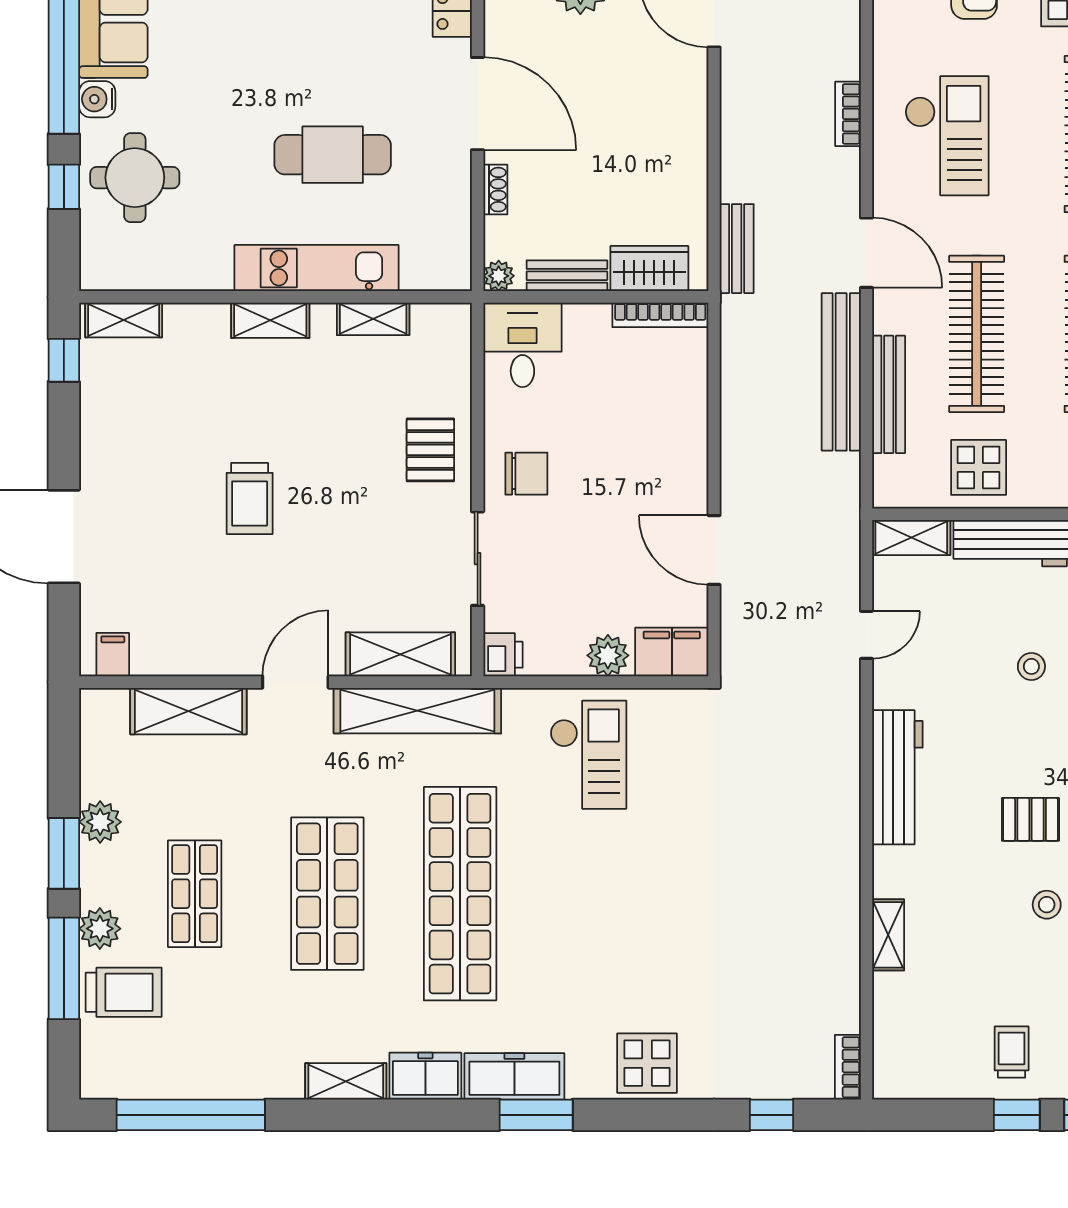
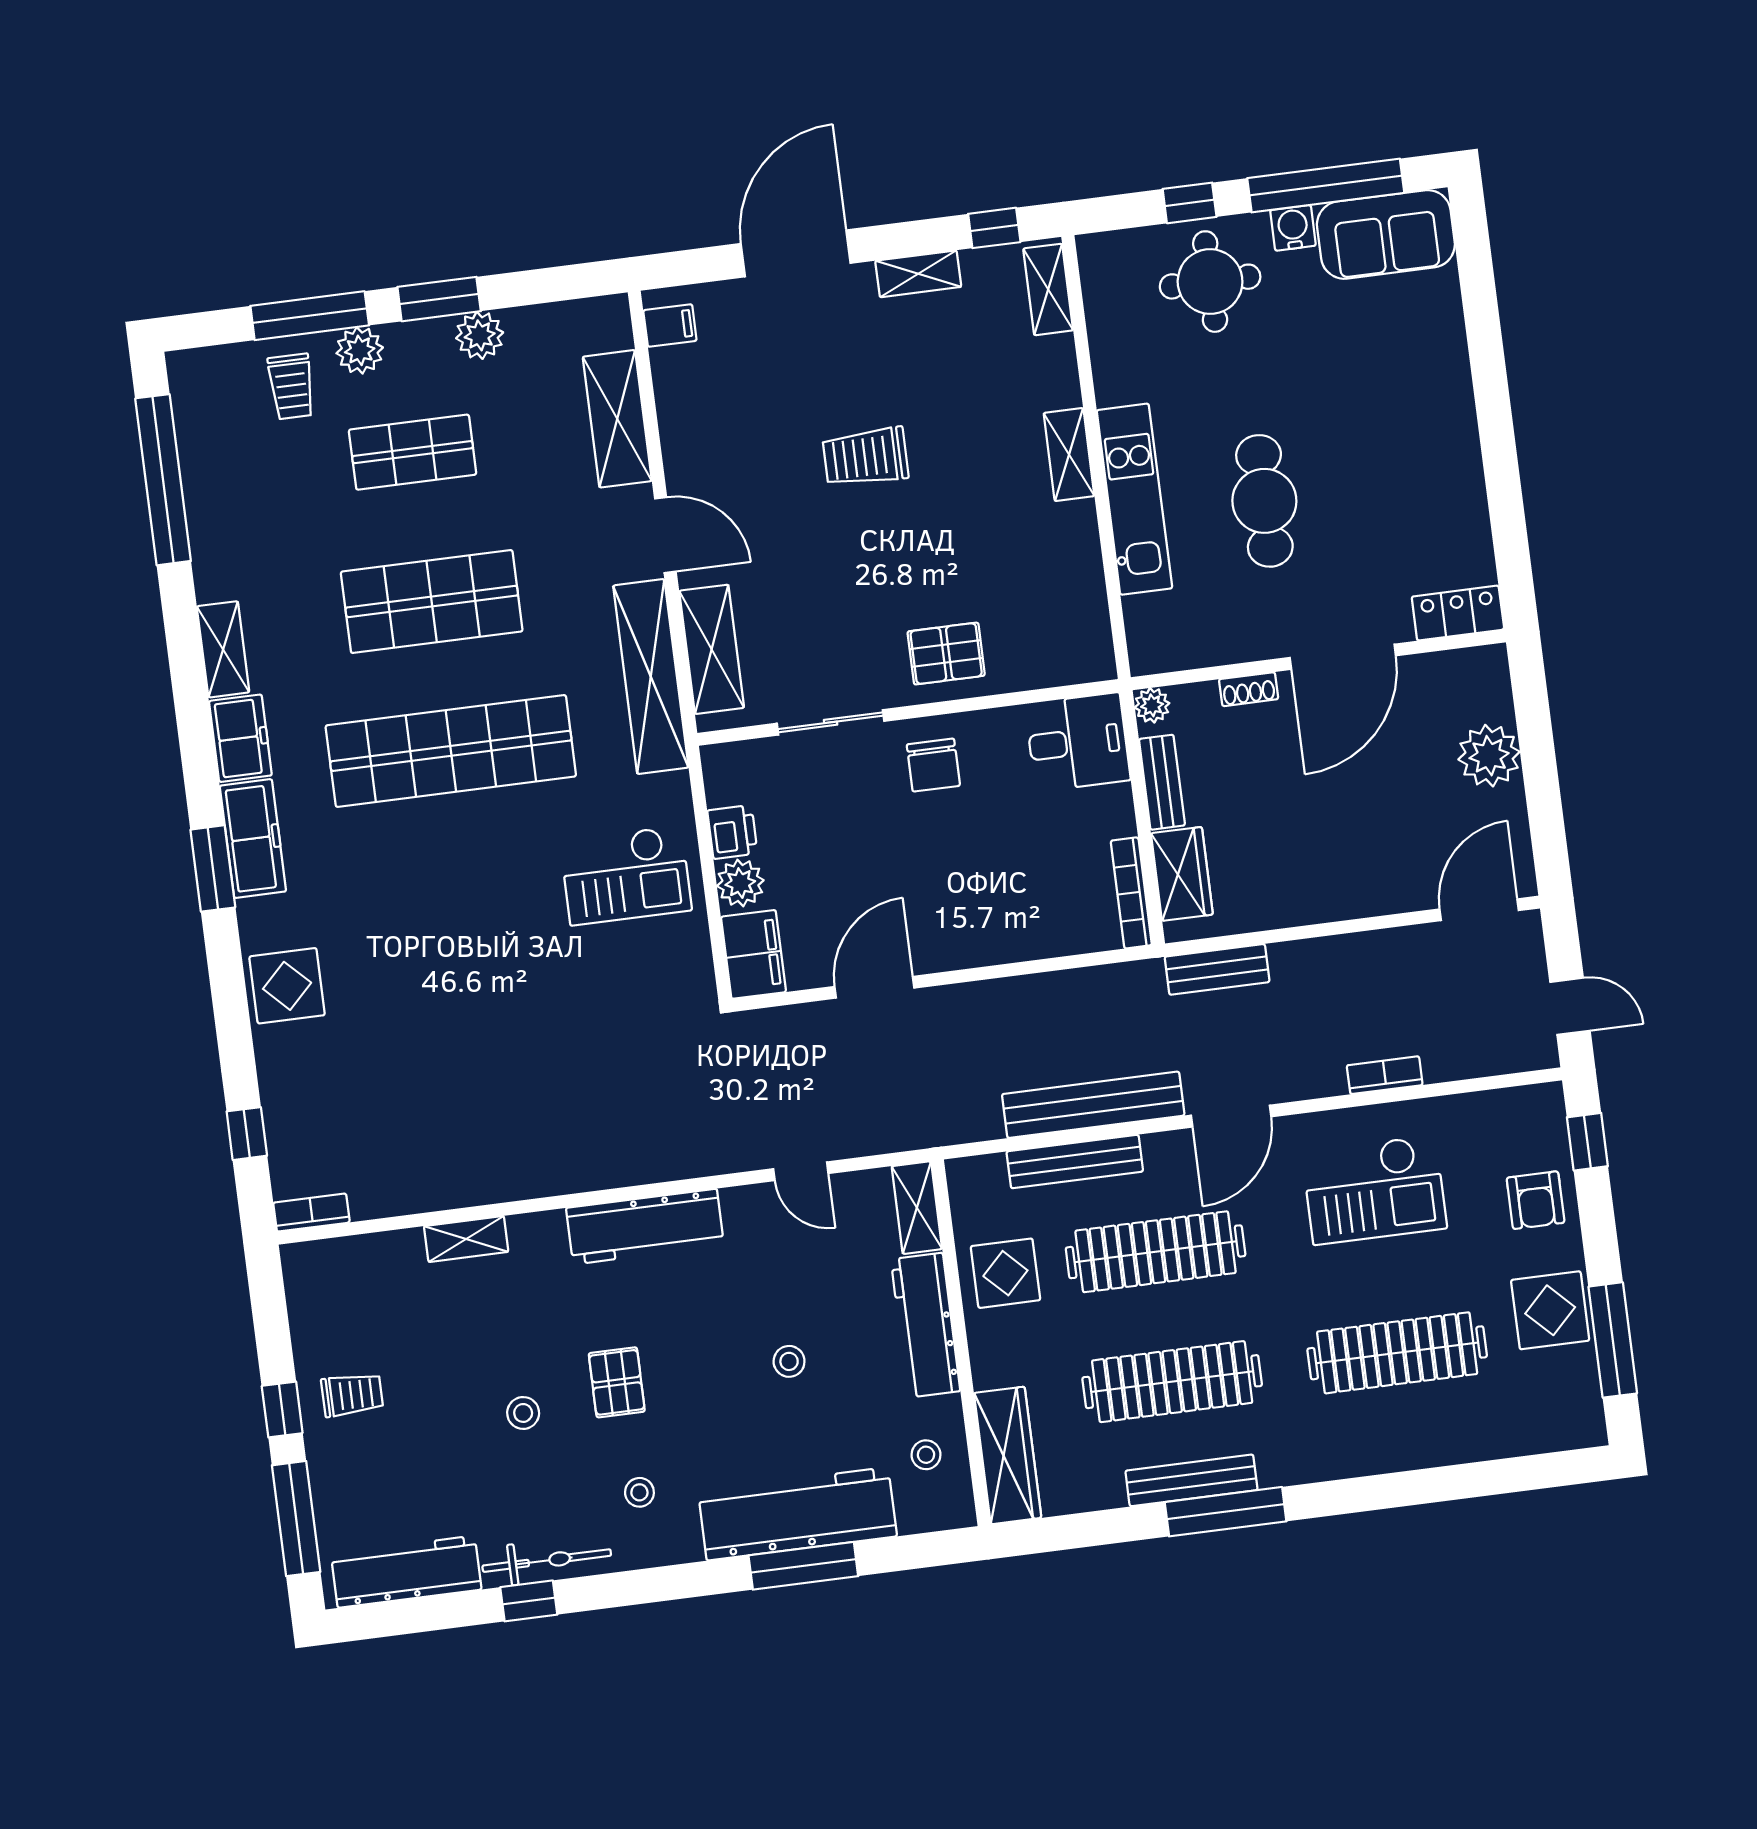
shelving: (373, 319) -> (918, 274), moved, turned 90
printer: (503, 655) -> (732, 832), moved, turned -90
trolley: (124, 992) -> (291, 386), width x0.73, depth x0.72

